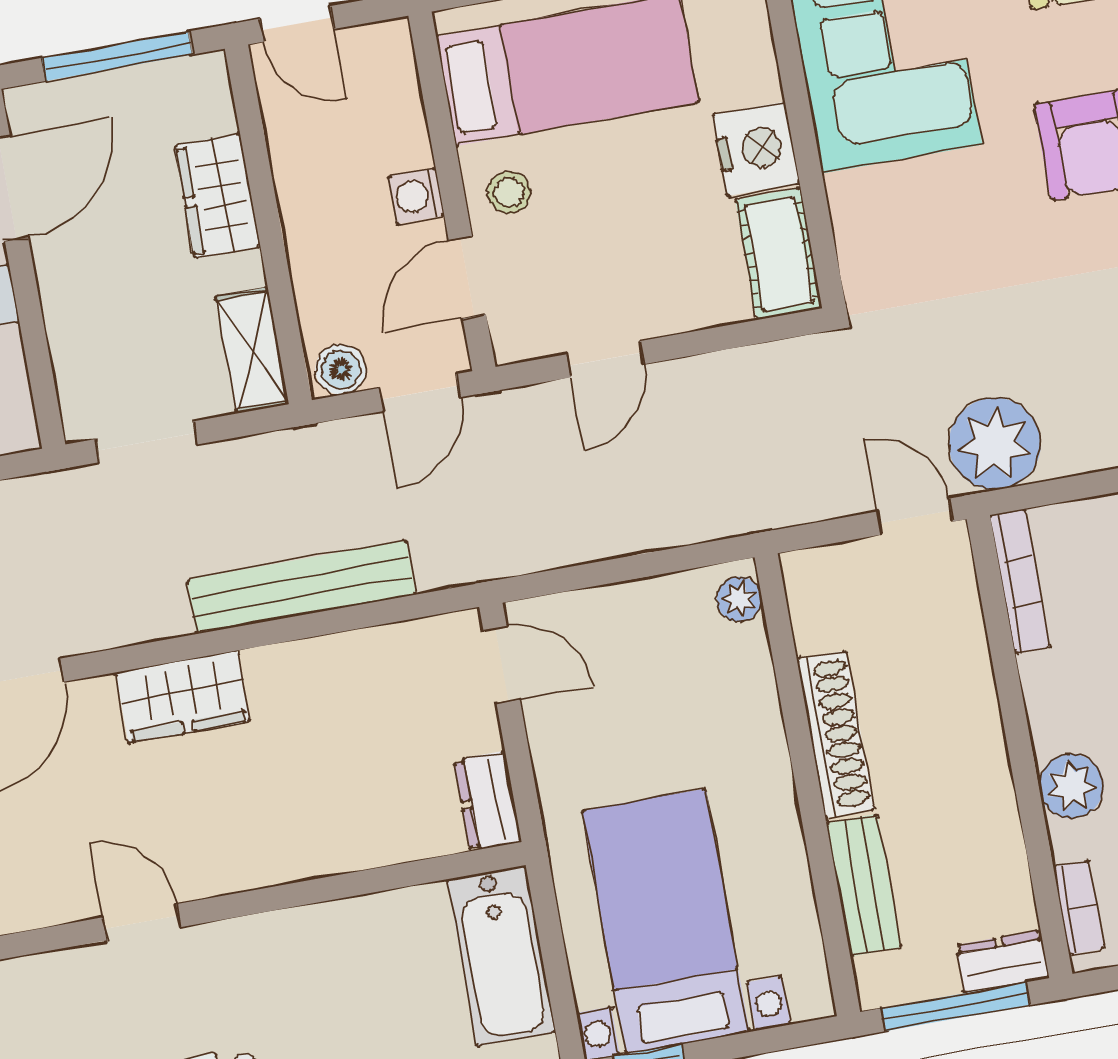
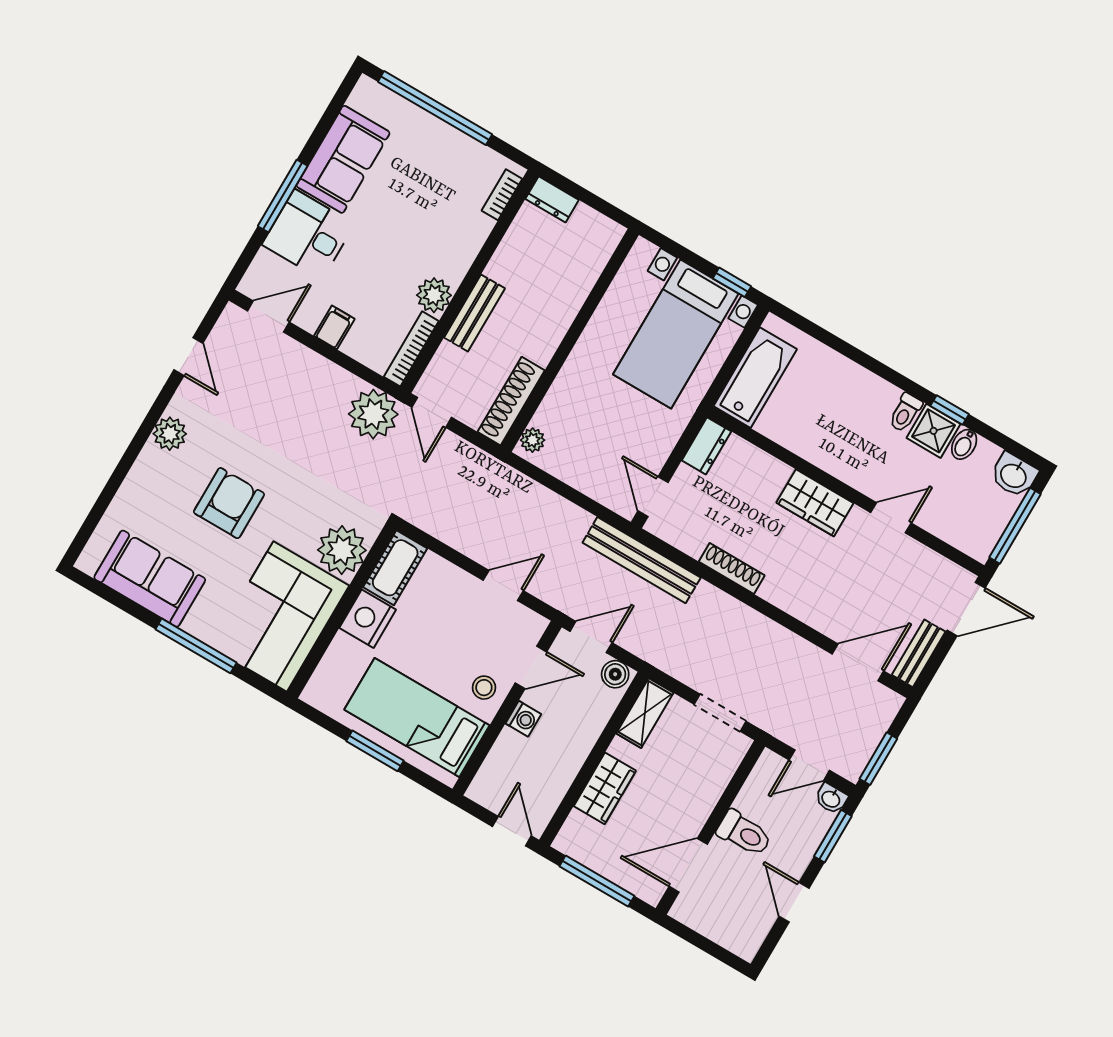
plant: (875, 214) -> (342, 550), added
bench: (301, 587) -> (642, 560), moved
shoe rack: (304, 659) -> (732, 568), added
wardrobe: (183, 697) -> (815, 503), moved, turned 180
shoe rack: (836, 734) -> (511, 401), moved
plant: (1071, 786) -> (434, 295), moved
bench: (864, 885) -> (474, 313), moved
door: (141, 922) -> (891, 518), swing flipped
window: (956, 1007) -> (587, 197), removed

